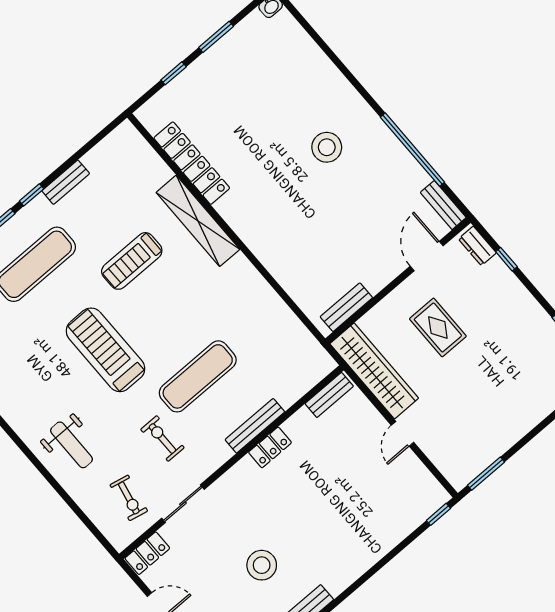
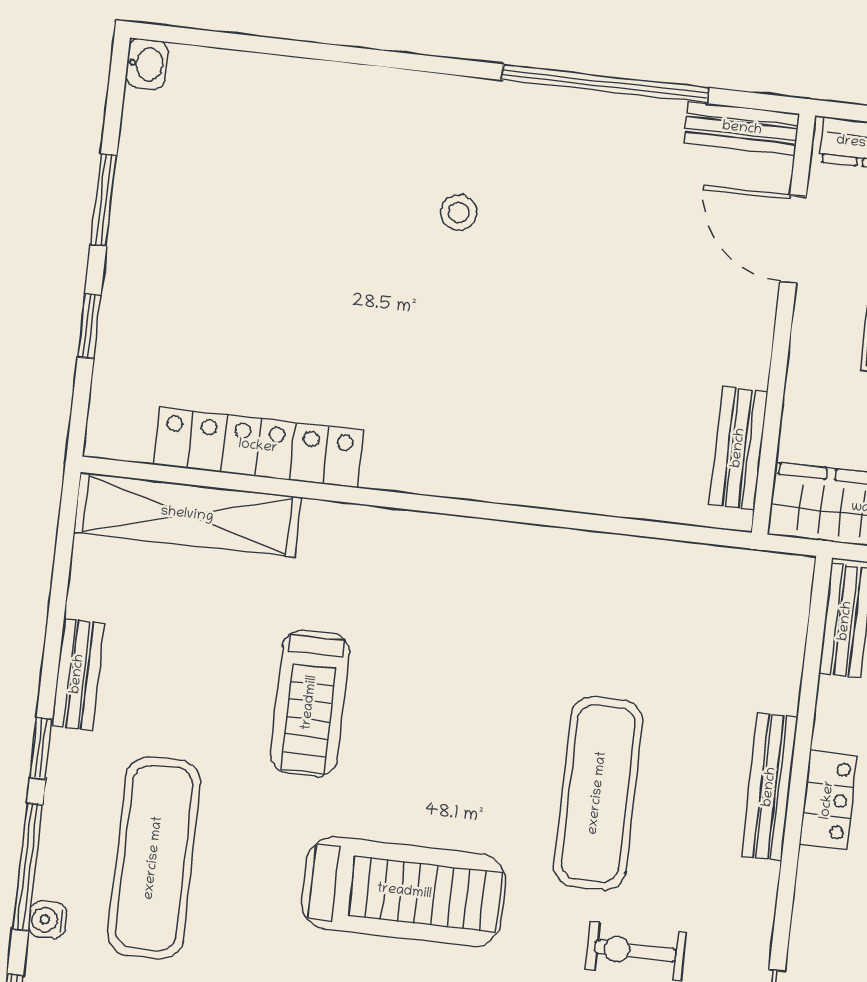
stool: (327, 147) -> (459, 212), width x0.53, depth x0.53
shelving: (198, 221) -> (187, 515), moved
treadmill: (105, 350) -> (404, 892), turned 180

